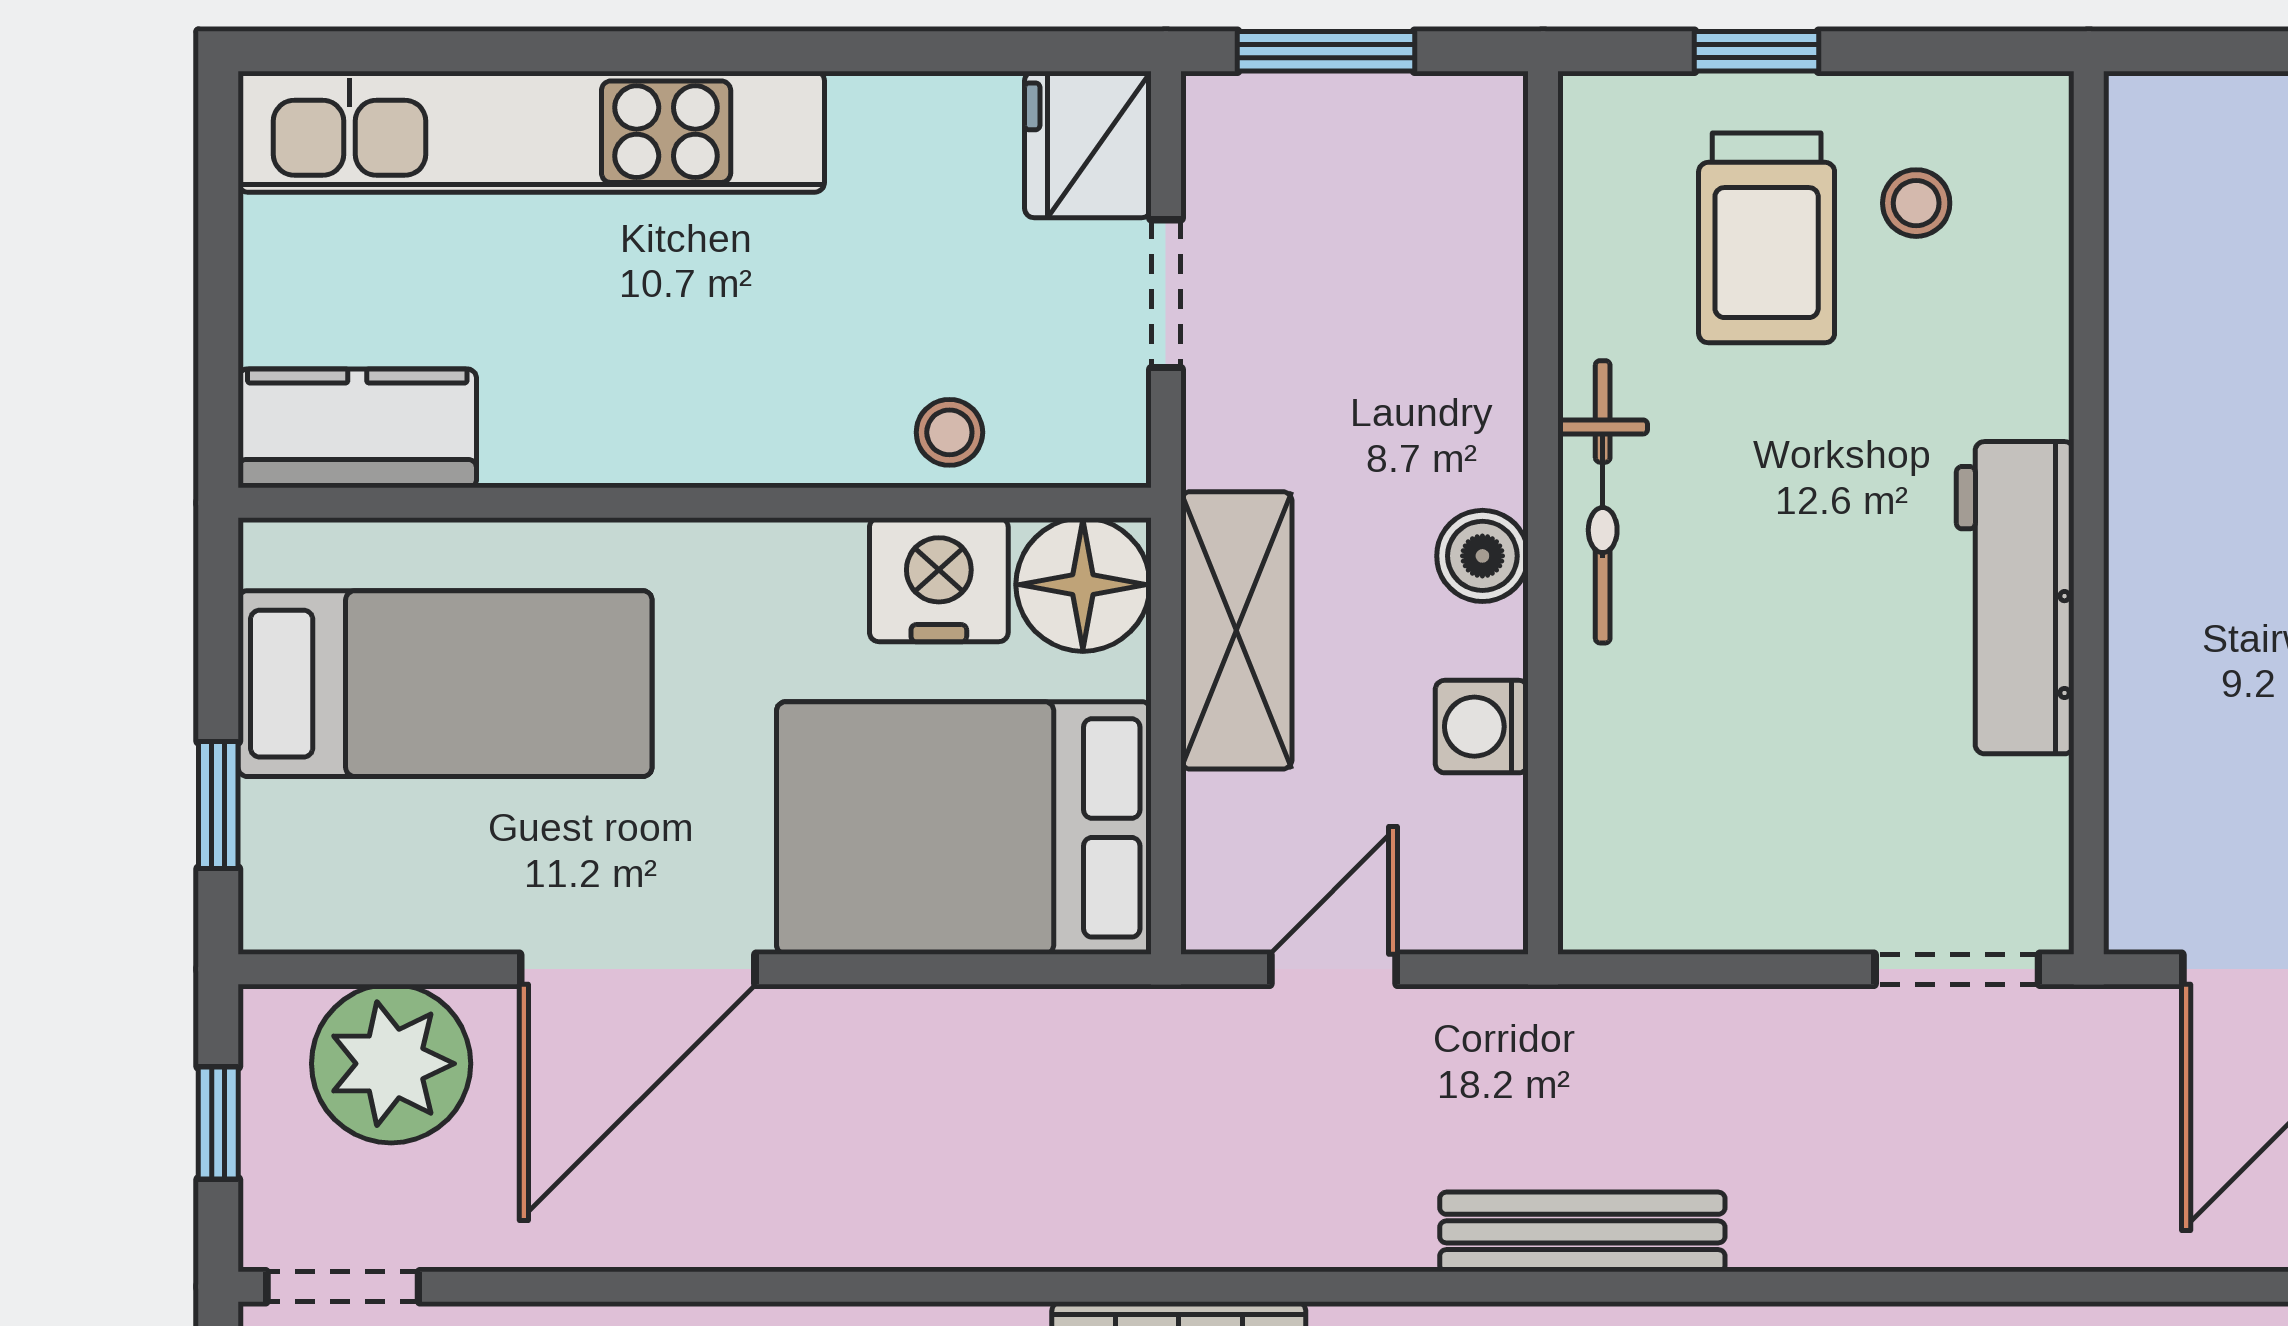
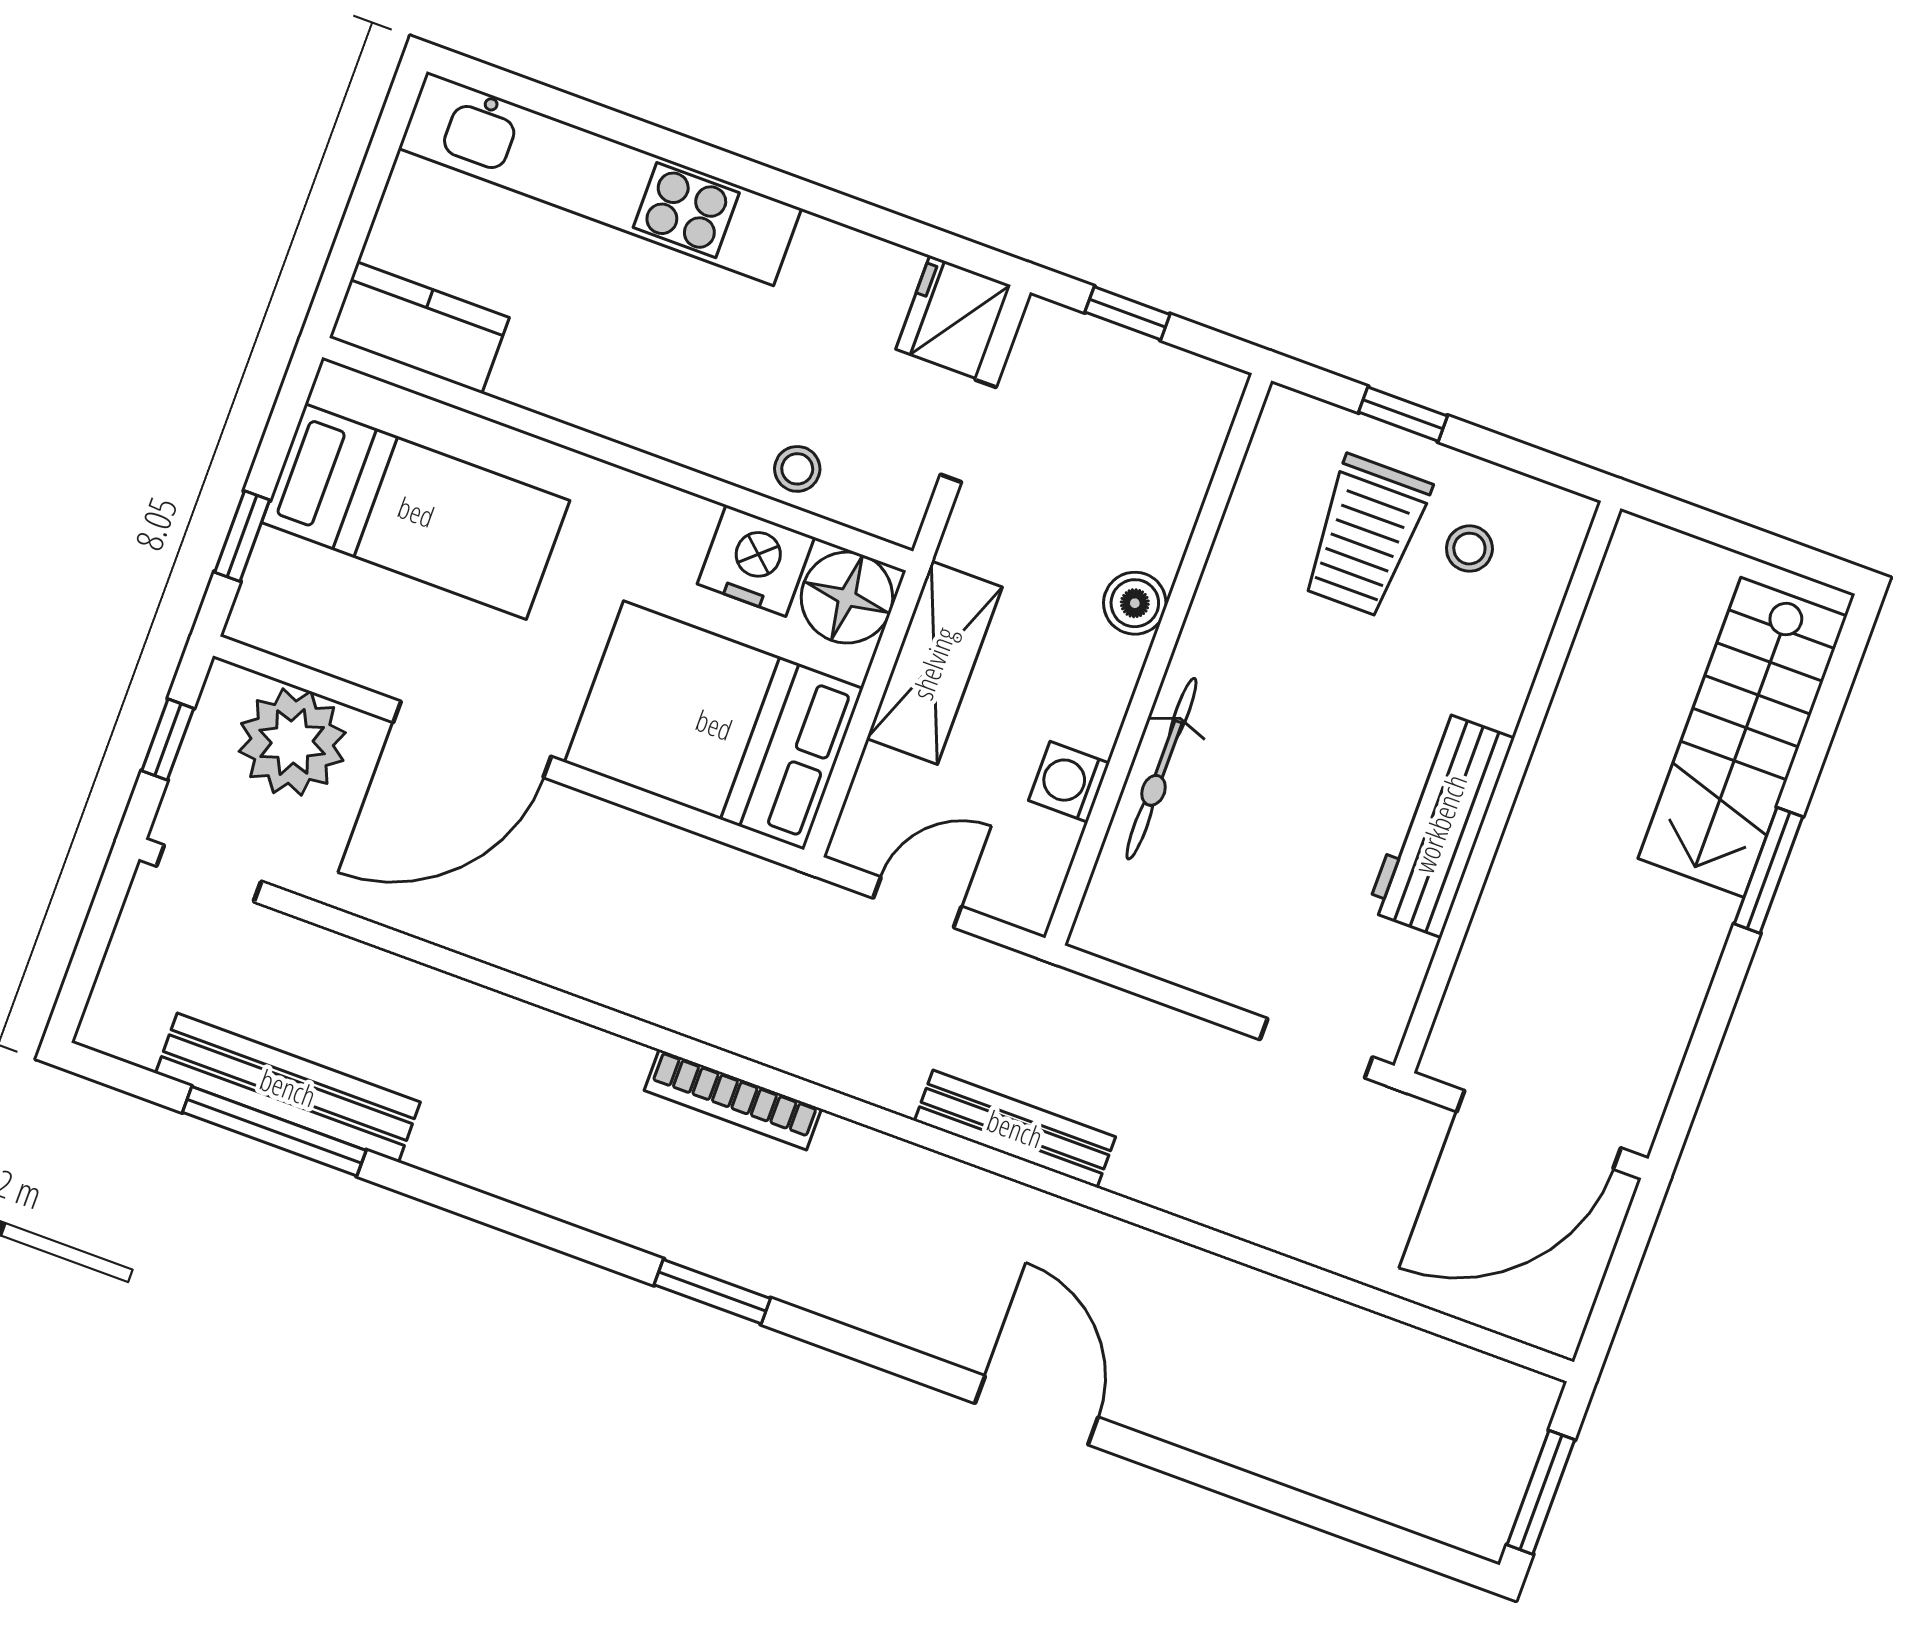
window: (1326, 51) -> (1127, 313), width x0.67
bicycle: (1603, 502) -> (1161, 769), moved
boiler: (1482, 556) -> (1135, 603), moved

